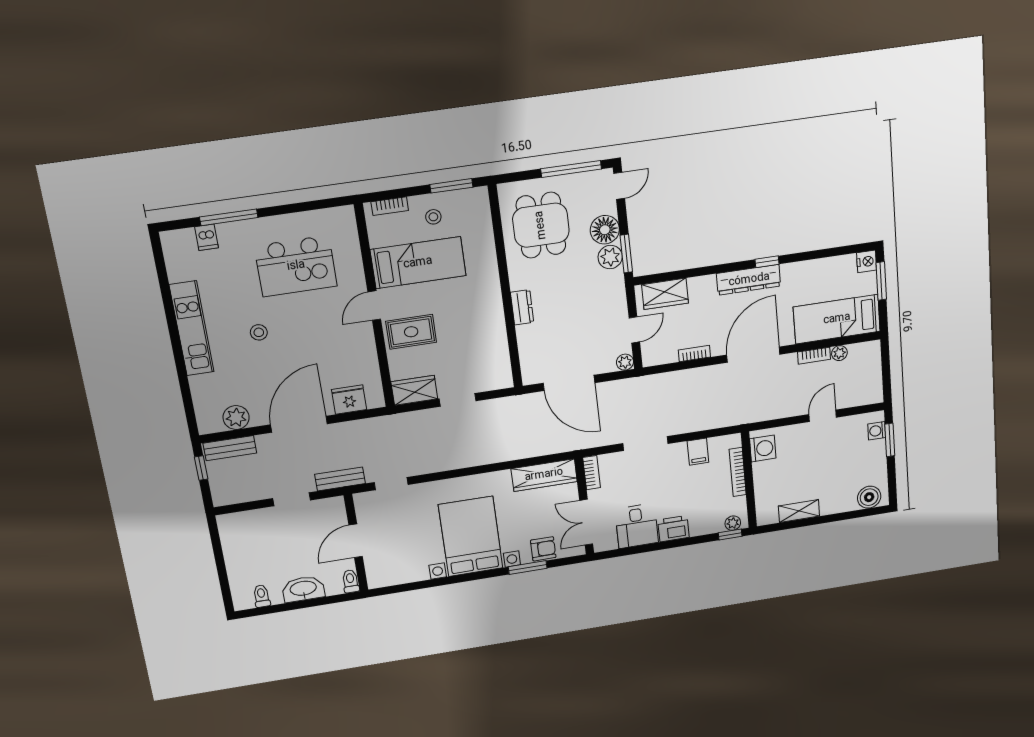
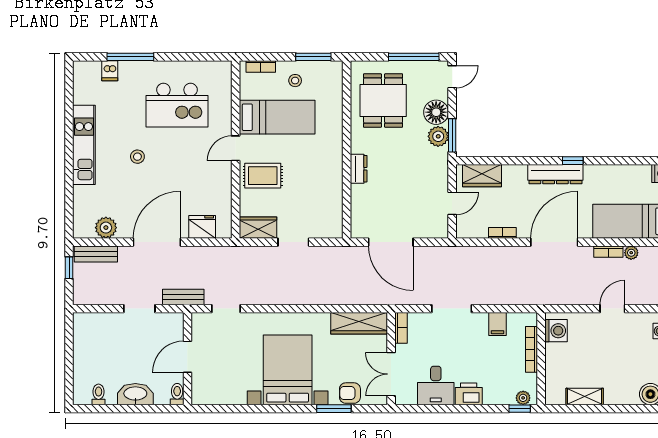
plant: (625, 362) -> (441, 231), removed
armchair: (543, 549) -> (350, 393), turned 180

